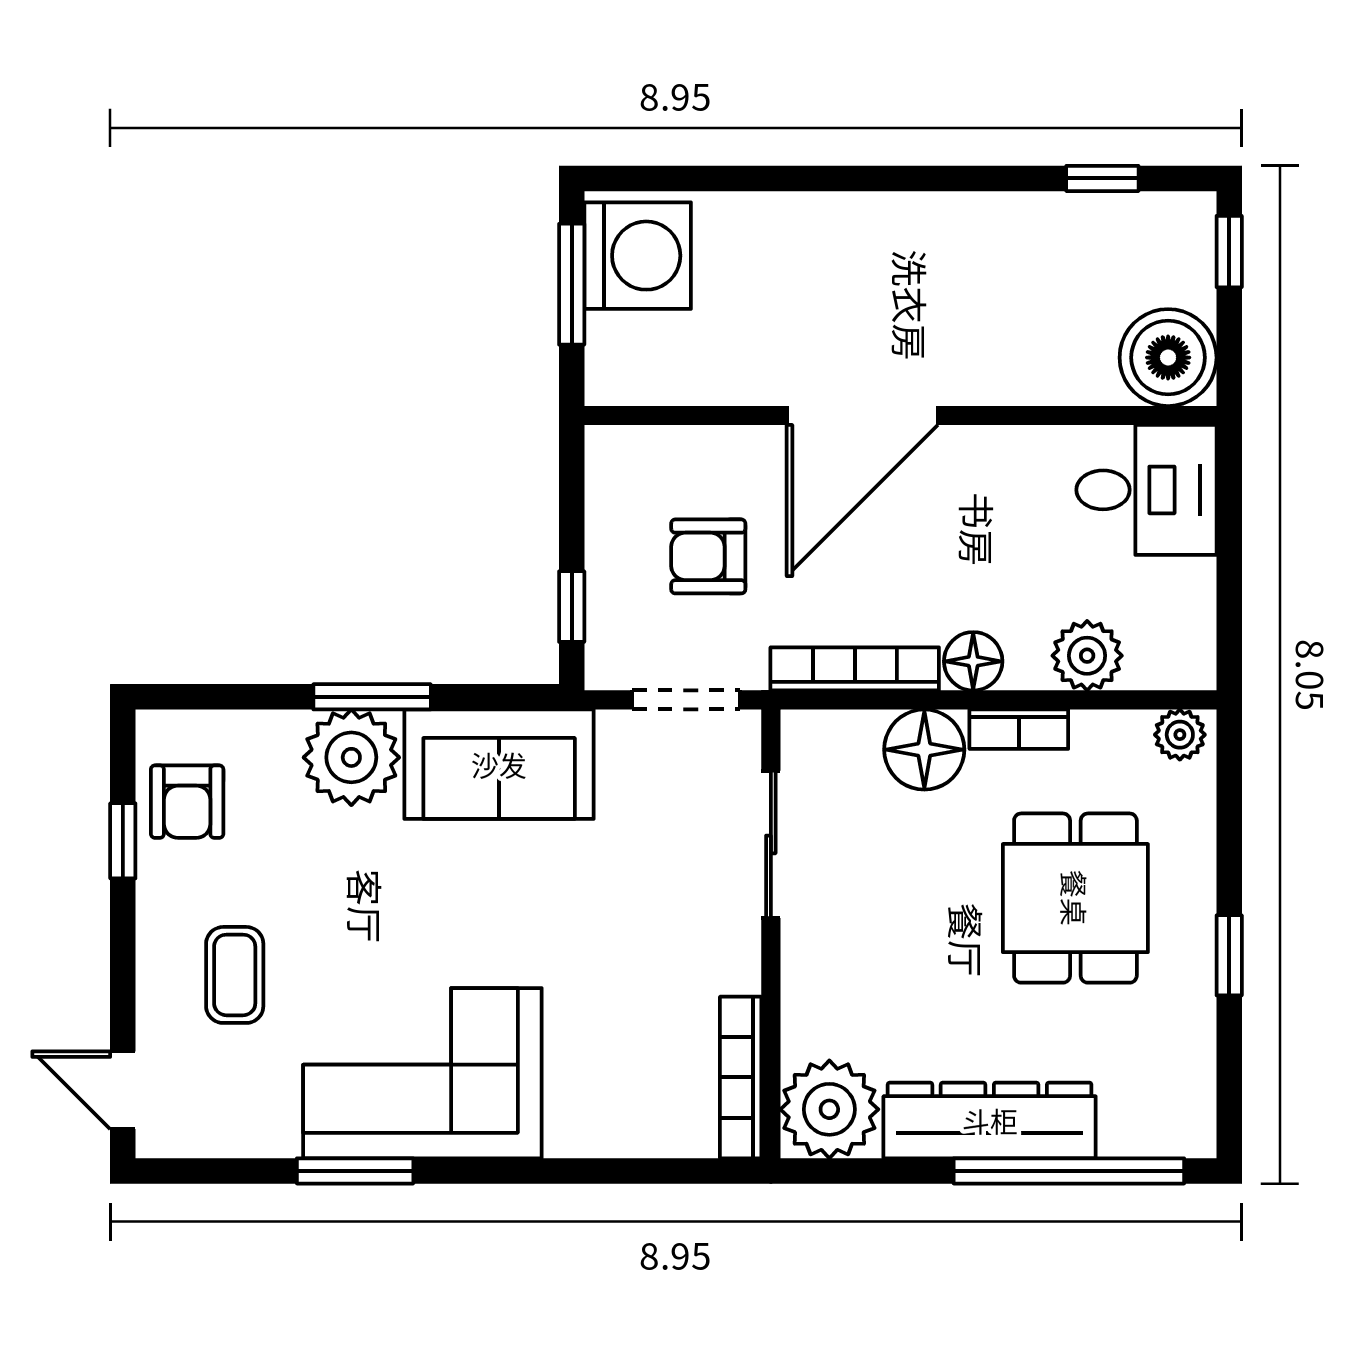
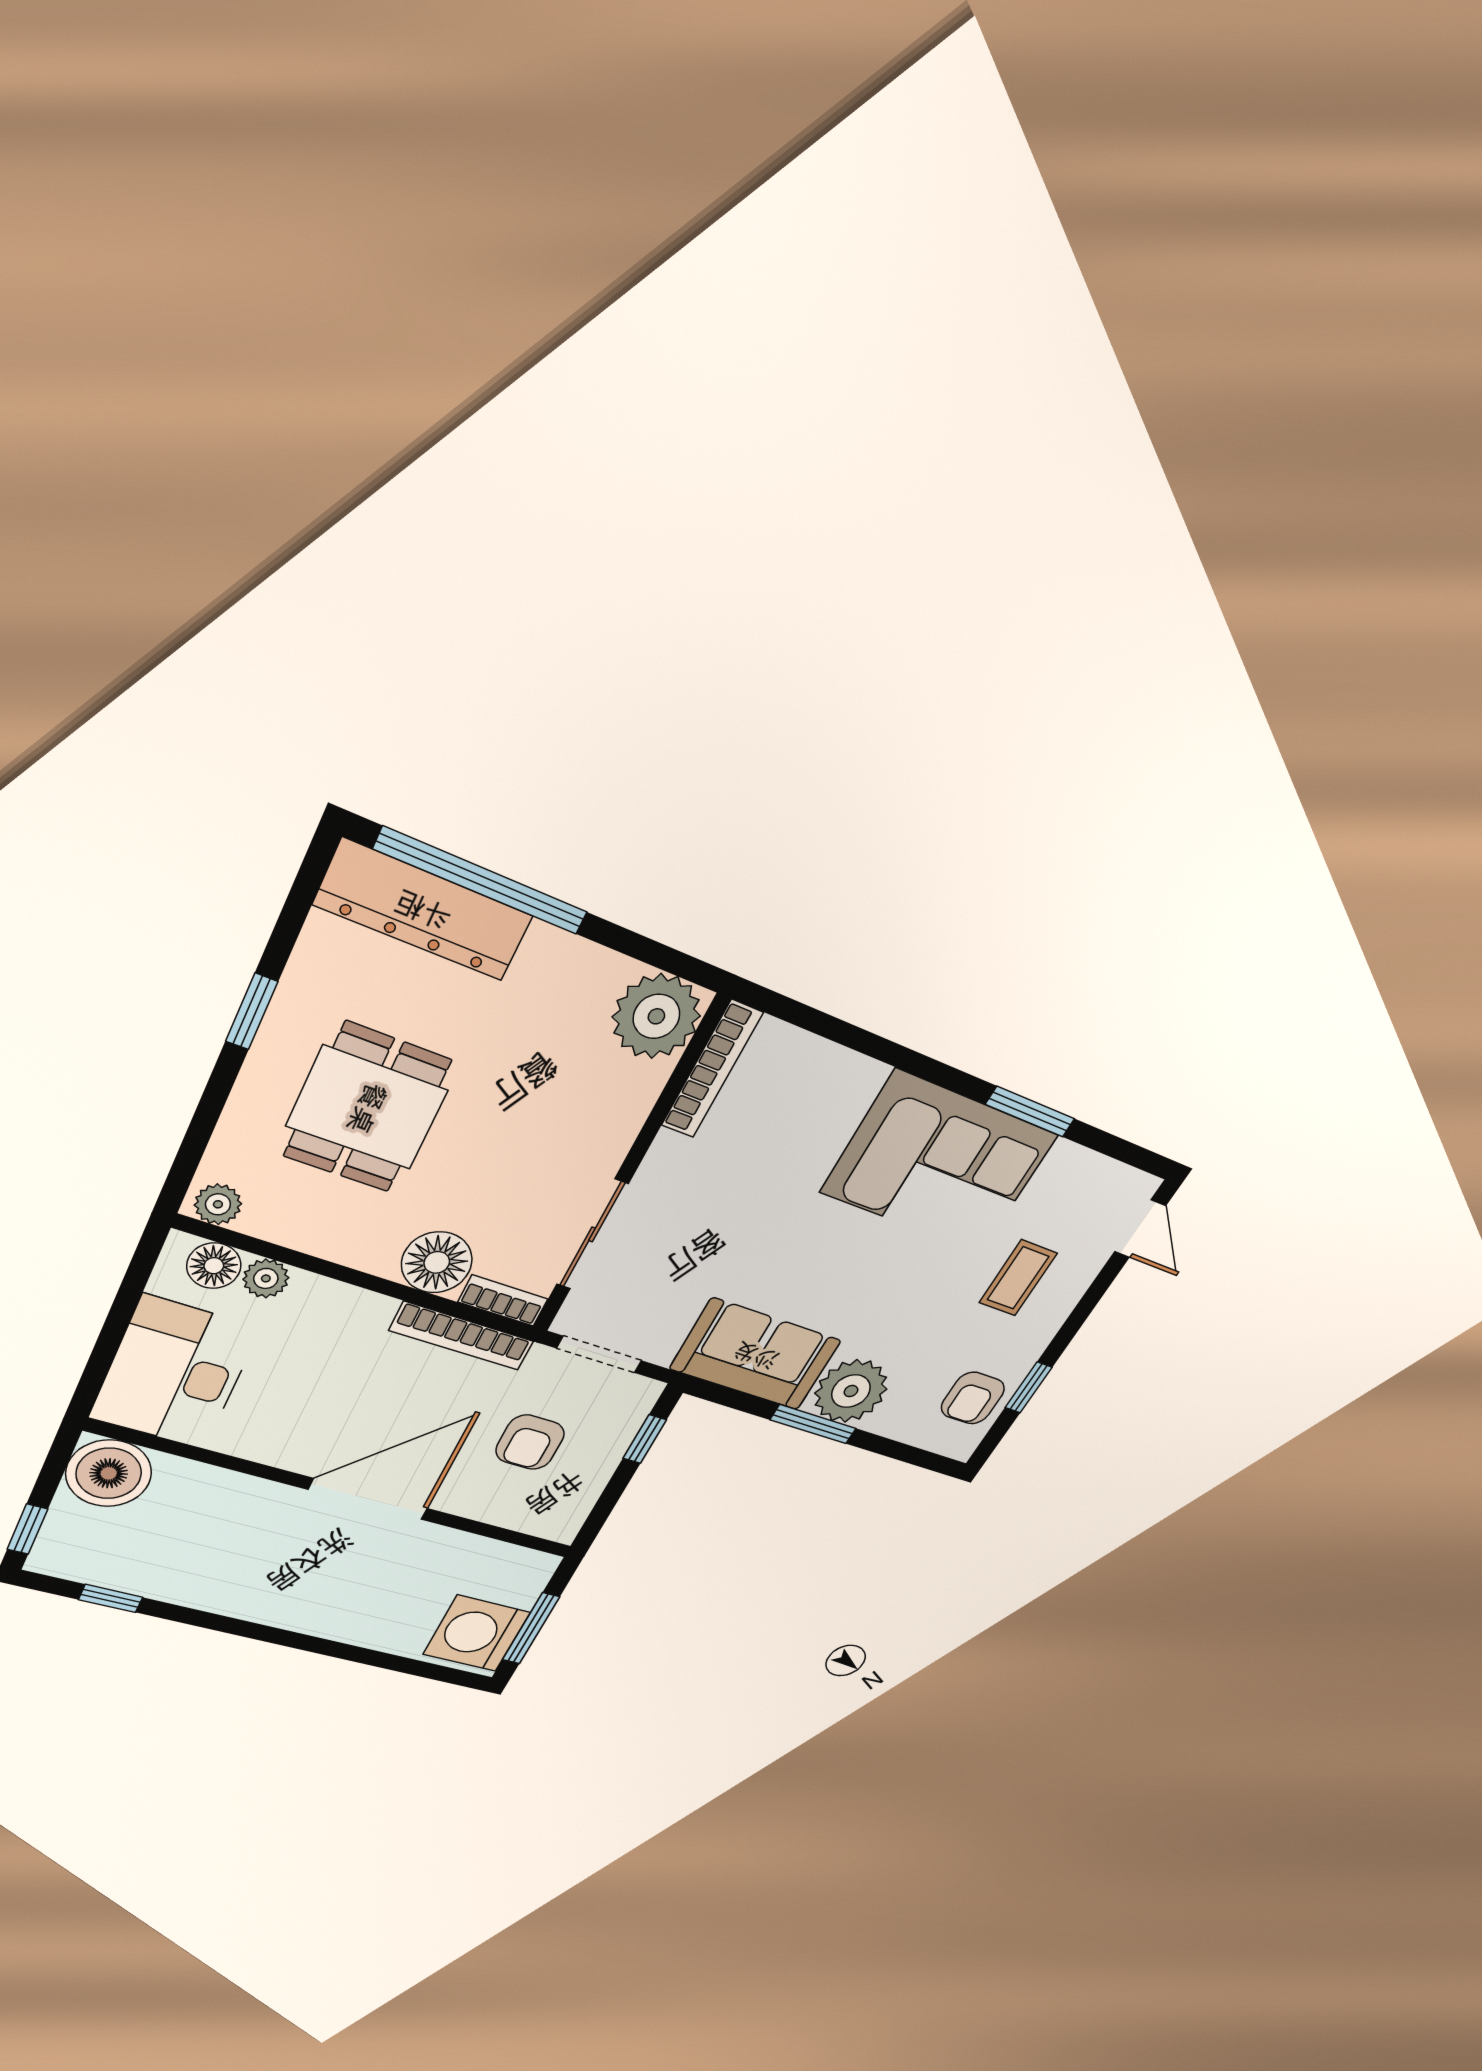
desk: (1146, 490) -> (174, 1373), width x1.37
armchair: (708, 556) -> (530, 1442), turned 90
plant: (1087, 656) -> (266, 1278), width x0.73, depth x0.73
floor lamp: (973, 661) -> (214, 1266), moved
bookcase: (1019, 729) -> (503, 1301), moved
armchair: (187, 802) -> (973, 1398), turned 180
dresser: (990, 1120) -> (424, 910), moved

